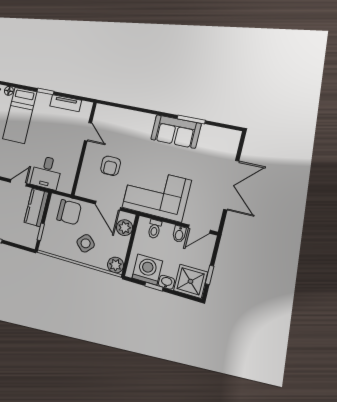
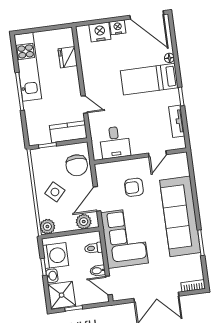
sofa: (176, 132) -> (180, 216), width x1.85, depth x1.27
bookcase: (234, 143) -> (193, 286), added
desk: (46, 172) -> (115, 142), moved, turned -90

